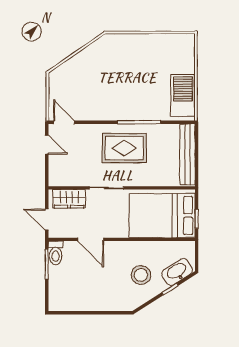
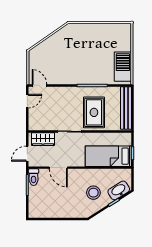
door: (47, 145) -> (27, 101), hinge flipped
rug: (124, 148) -> (94, 112), moved, turned 90
bed: (162, 216) -> (108, 156), width x0.67
door: (47, 220) -> (27, 154), hinge flipped

